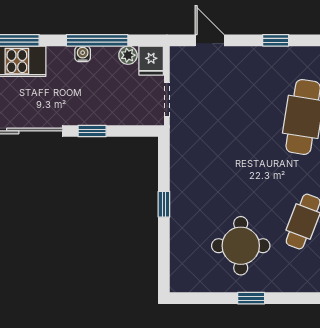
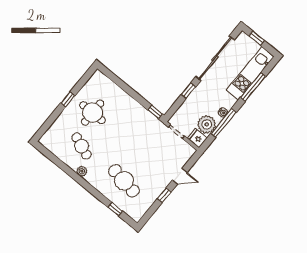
door: (210, 40) -> (180, 176), moved
plant: (128, 55) -> (207, 124), width x1.87, depth x1.87
window: (164, 204) -> (155, 112), moved

